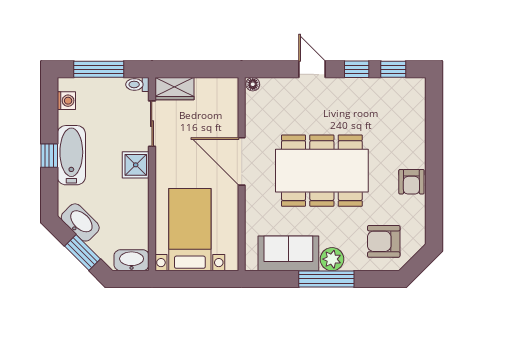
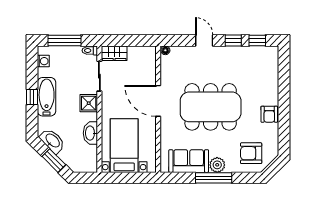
washbasin: (132, 260) -> (90, 133), moved, turned -90

